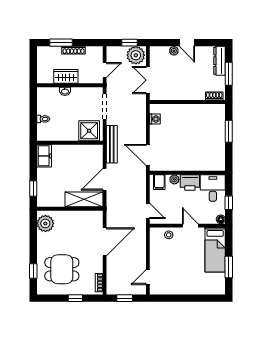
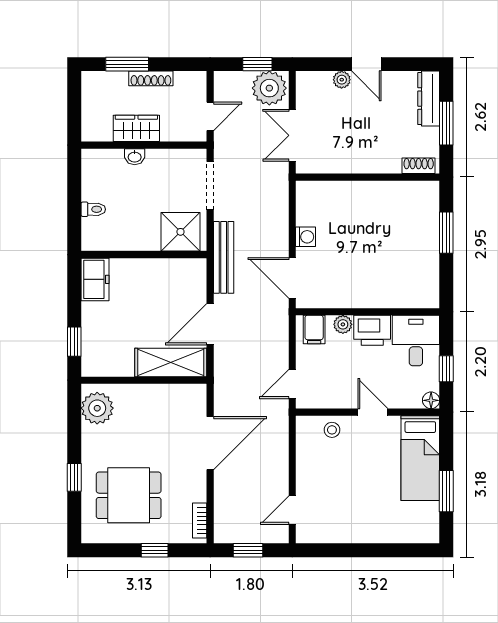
washing machine: (155, 119) -> (306, 237), moved
door: (148, 211) -> (292, 384), swing flipped
window: (33, 271) -> (74, 477), moved

